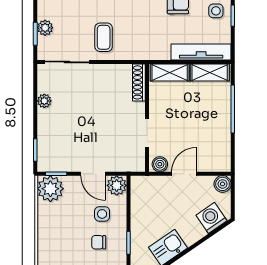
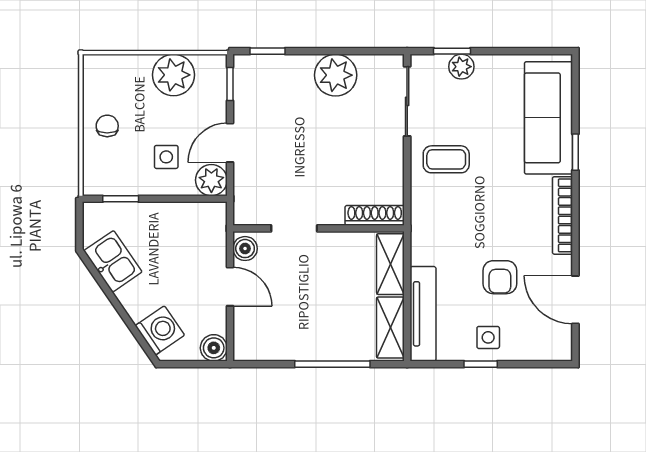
plant: (44, 101) -> (336, 75), width x1.88, depth x1.88
plant: (50, 189) -> (174, 75), moved
chair: (99, 242) -> (107, 126), moved

